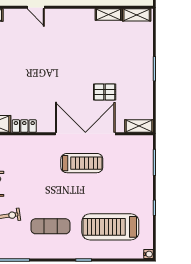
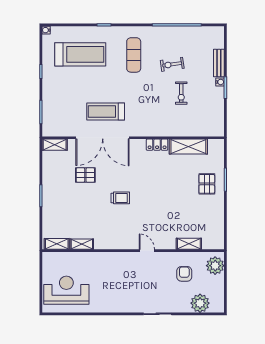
trolley: (65, 66) -> (120, 198), added
exercise mat: (50, 226) -> (134, 55), turned 90

